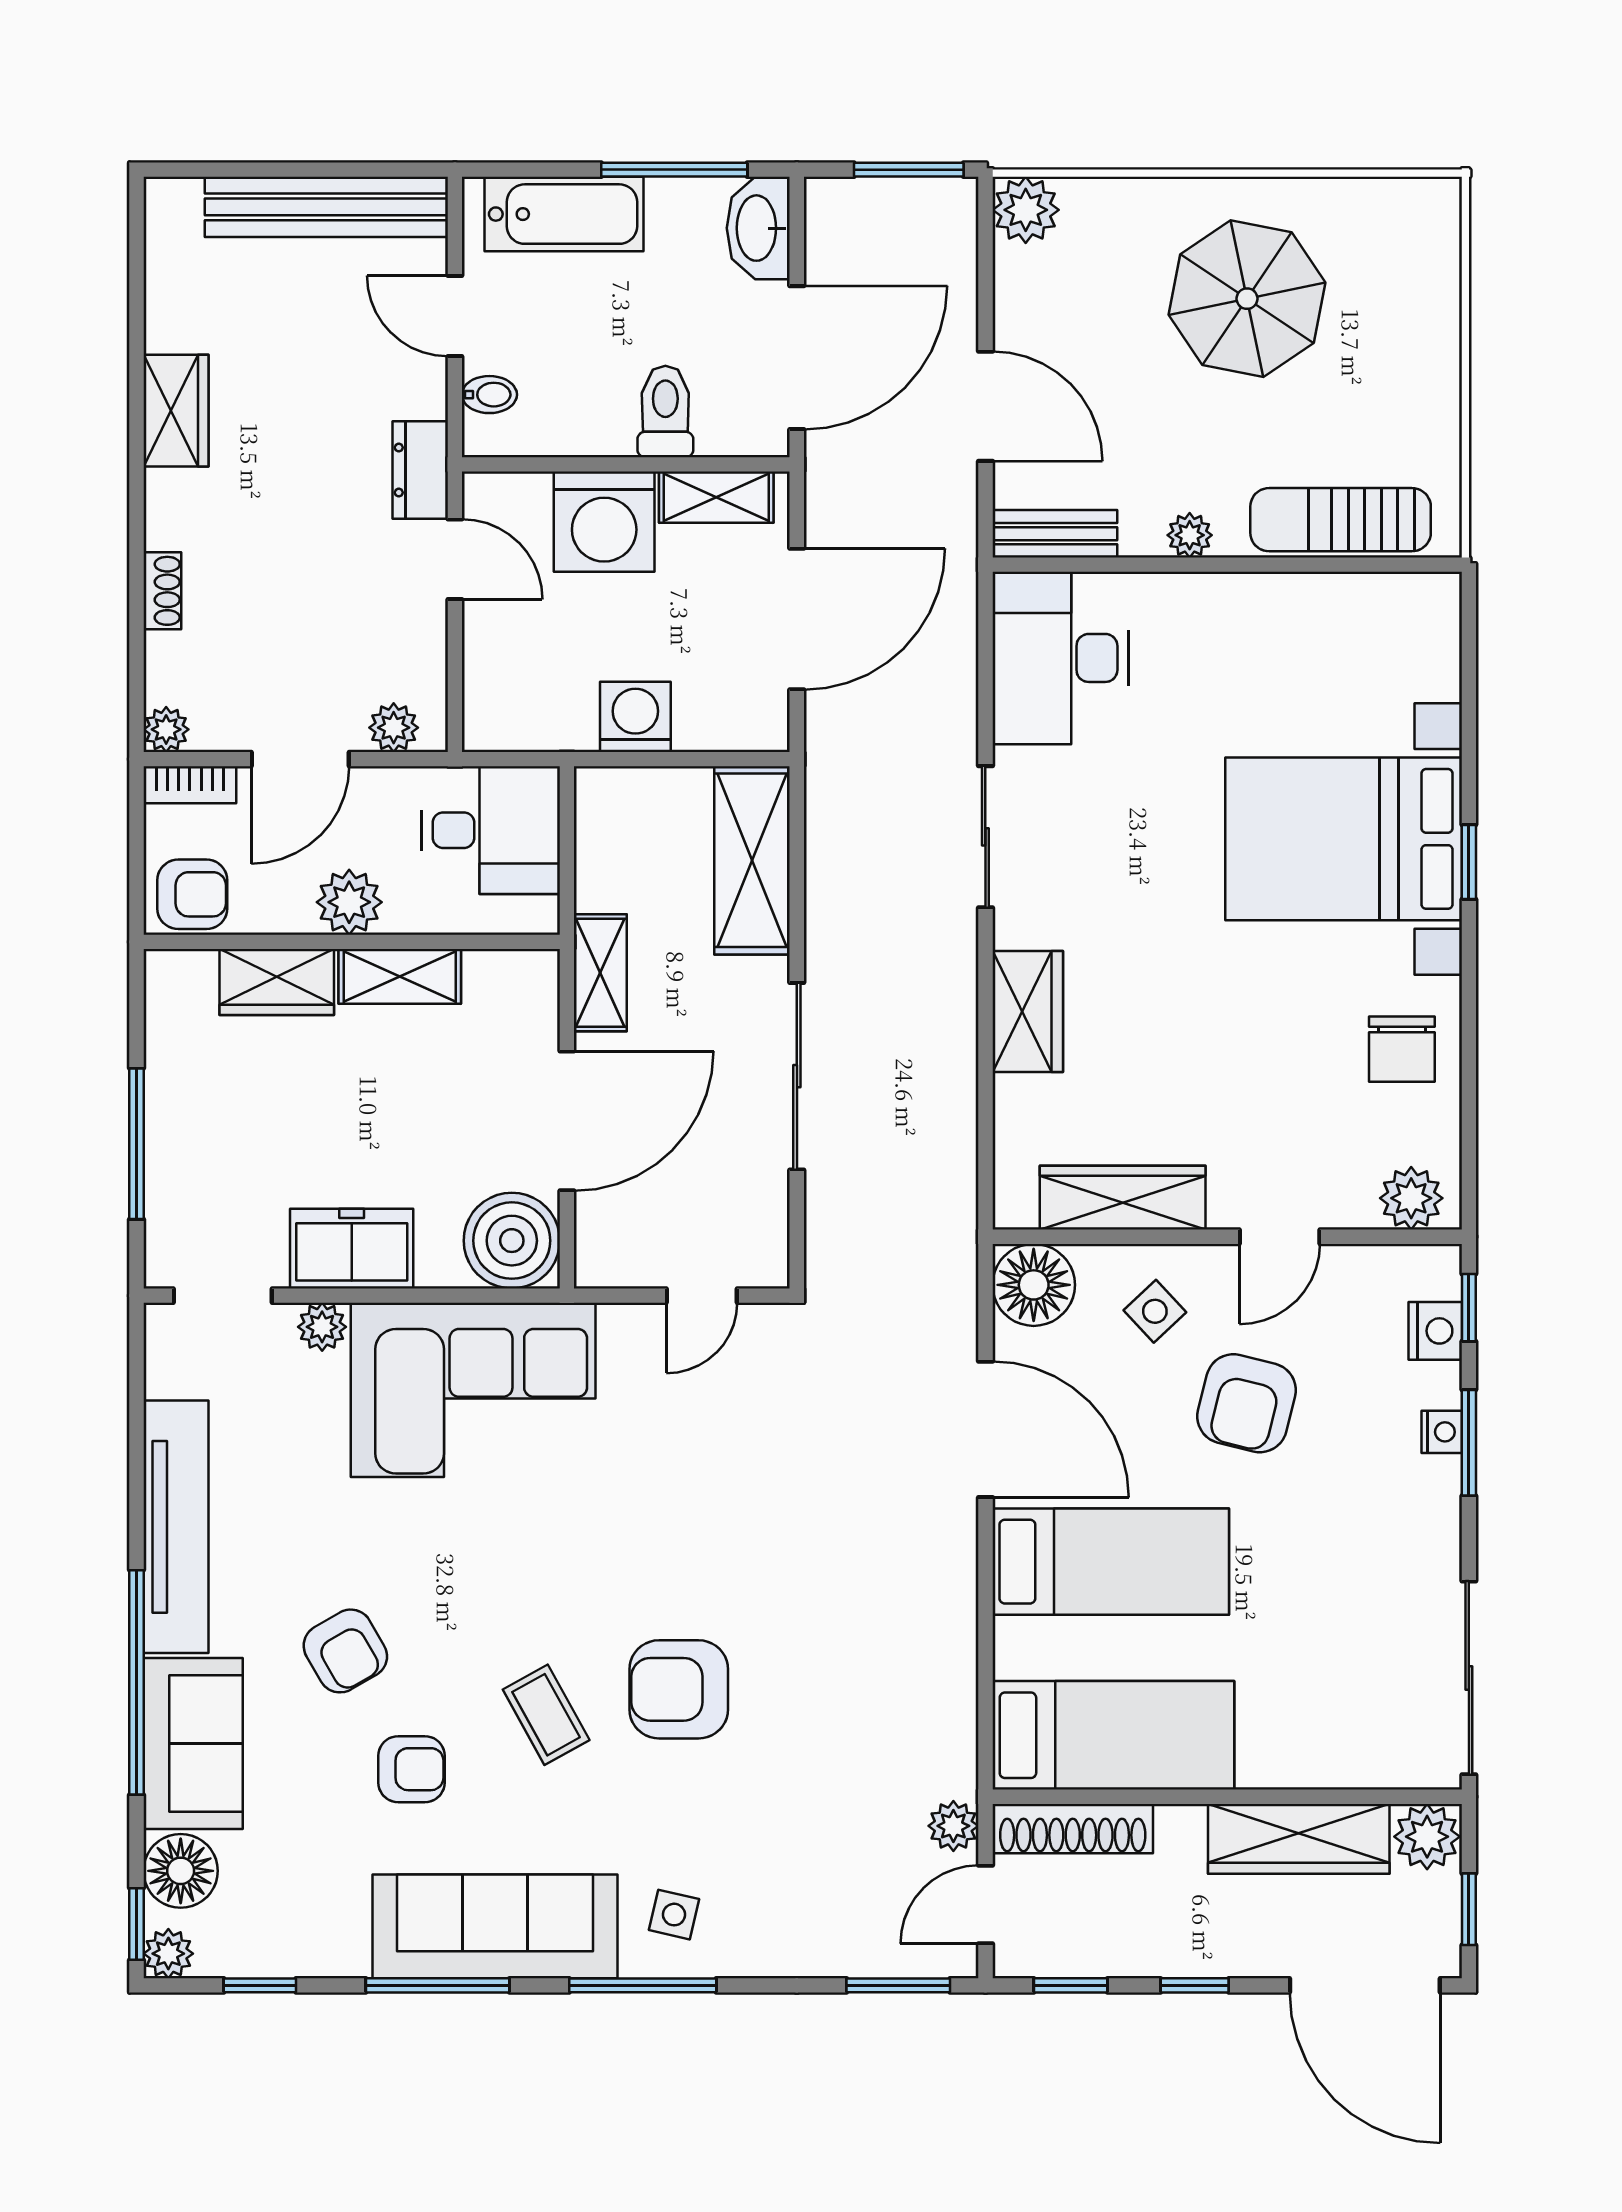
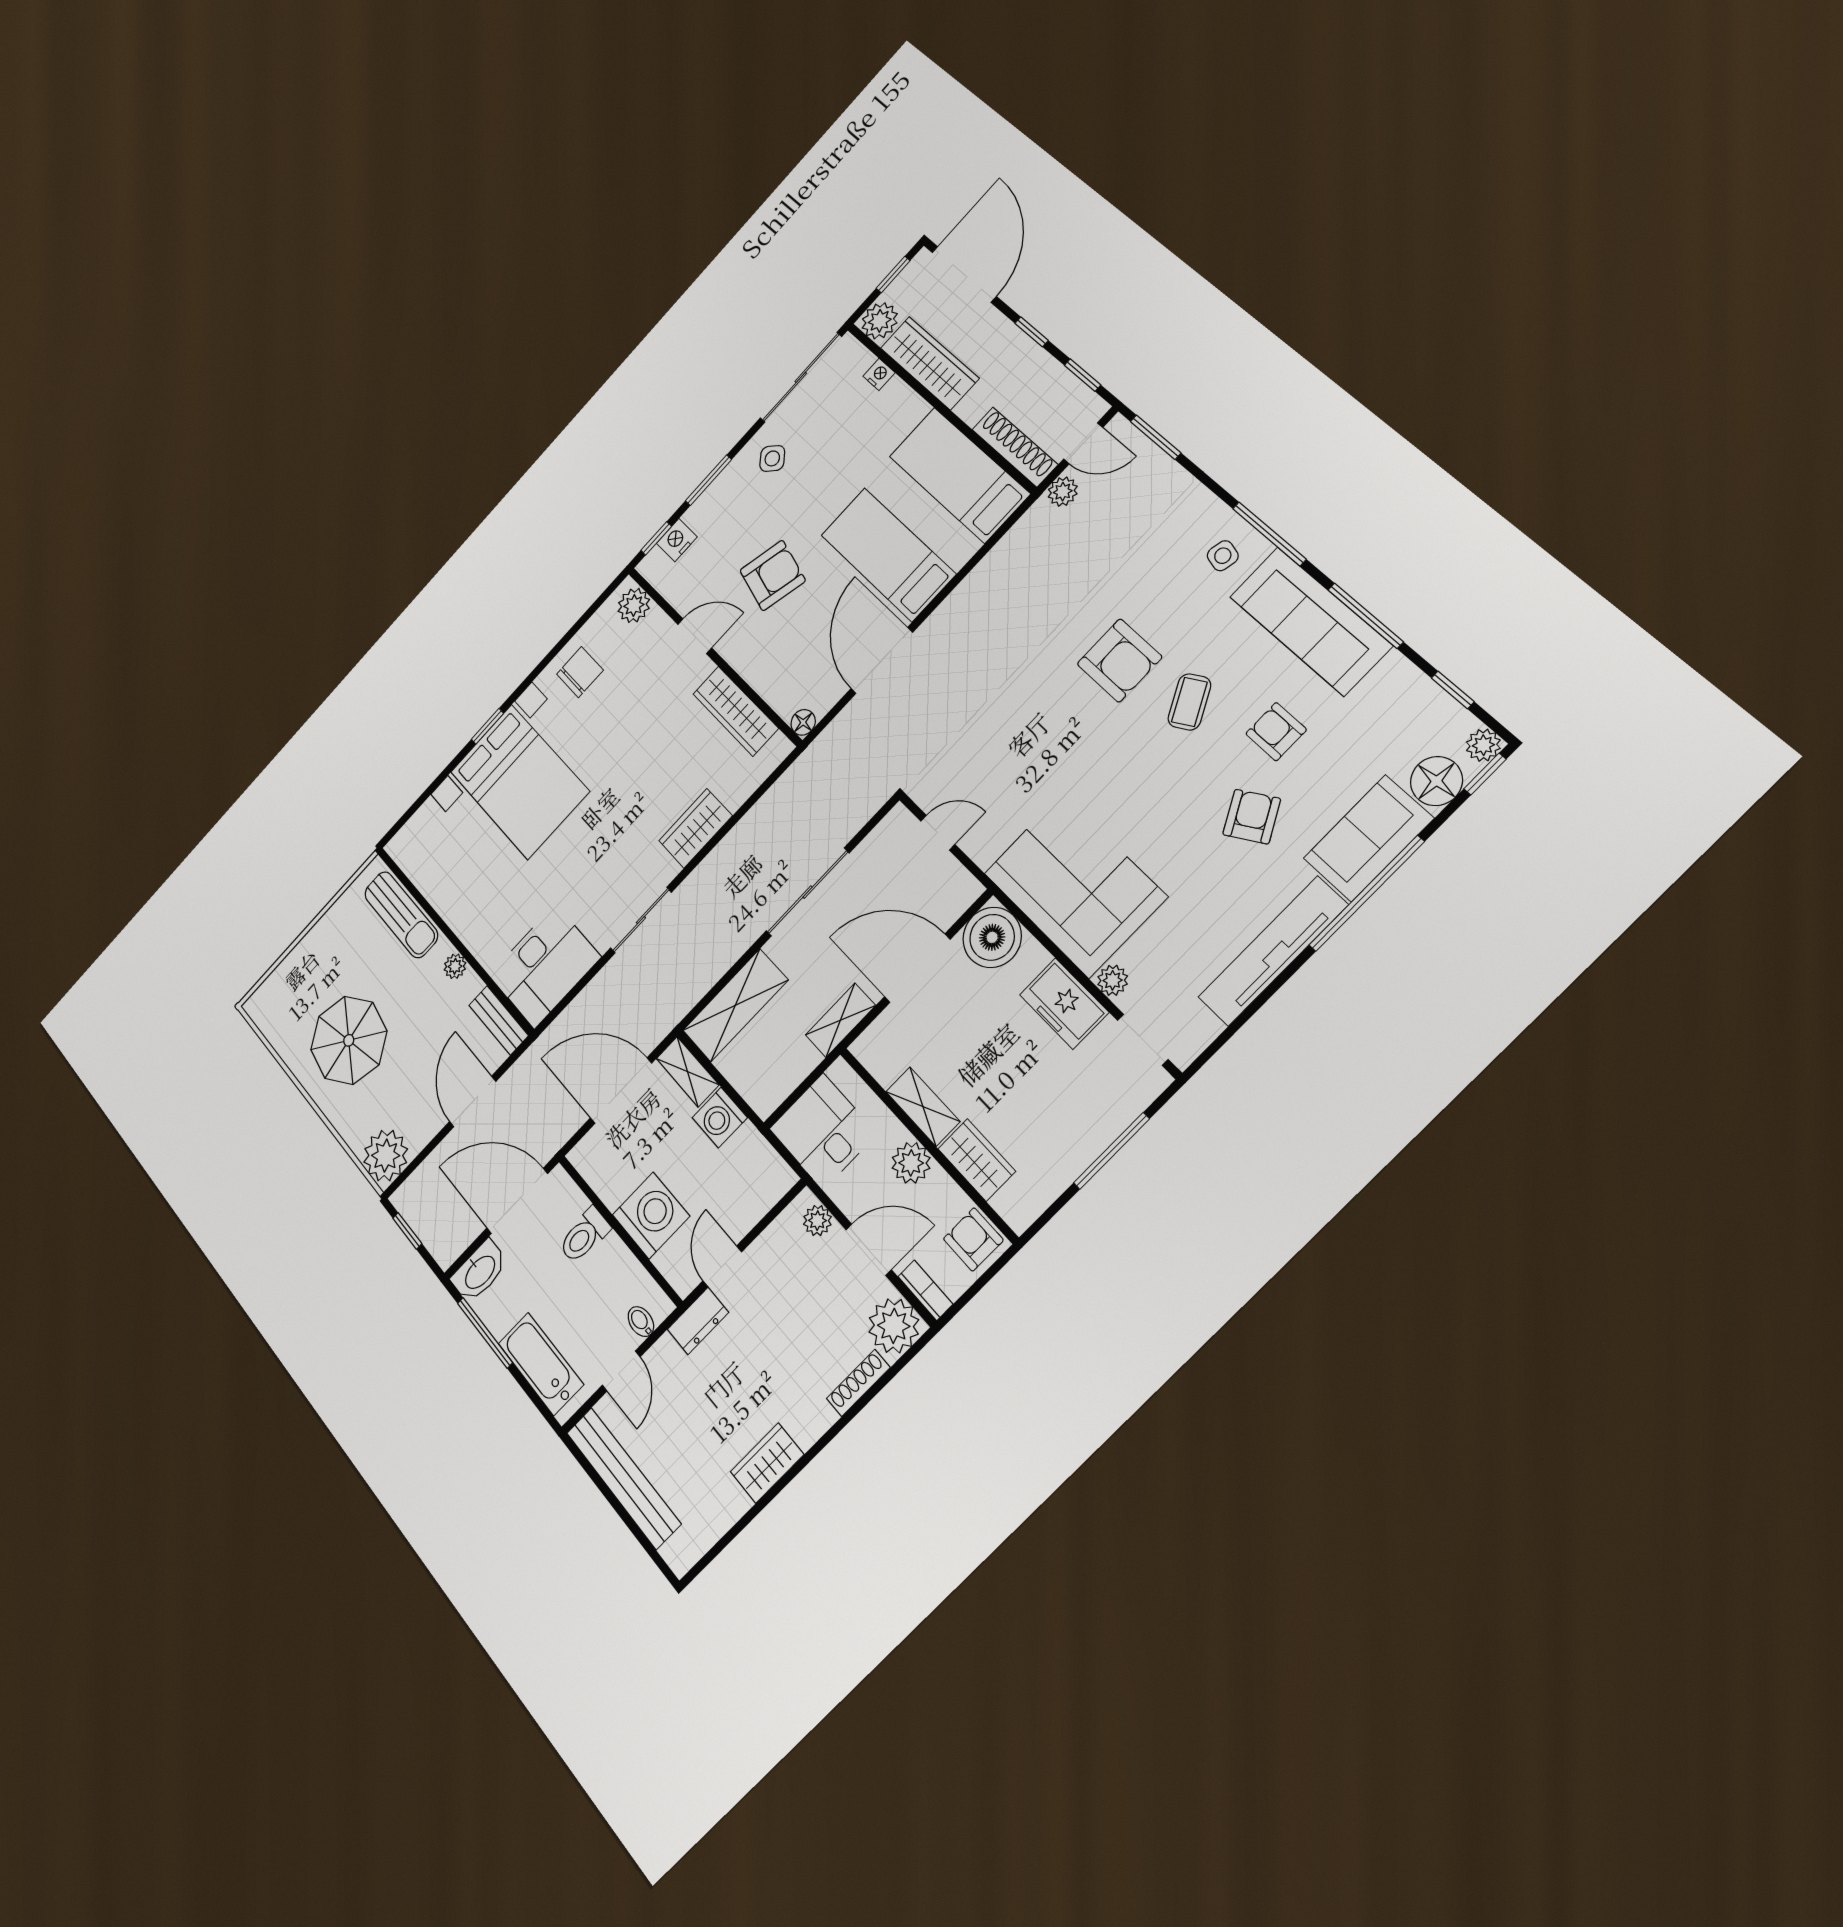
window: (909, 170) -> (407, 1231), width x0.67
plant: (1026, 210) -> (386, 1156), width x1.36, depth x1.36
shelving: (716, 497) -> (688, 1072), moved
shoe rack: (162, 591) -> (858, 1383), width x1.43
plant: (166, 729) -> (894, 1326), width x1.87, depth x1.87
floor lamp: (1034, 1285) -> (803, 722), width x0.53, depth x0.53
side table: (1155, 1311) -> (772, 458), moved
nightstand: (1442, 1432) -> (879, 374), moved, turned 90

